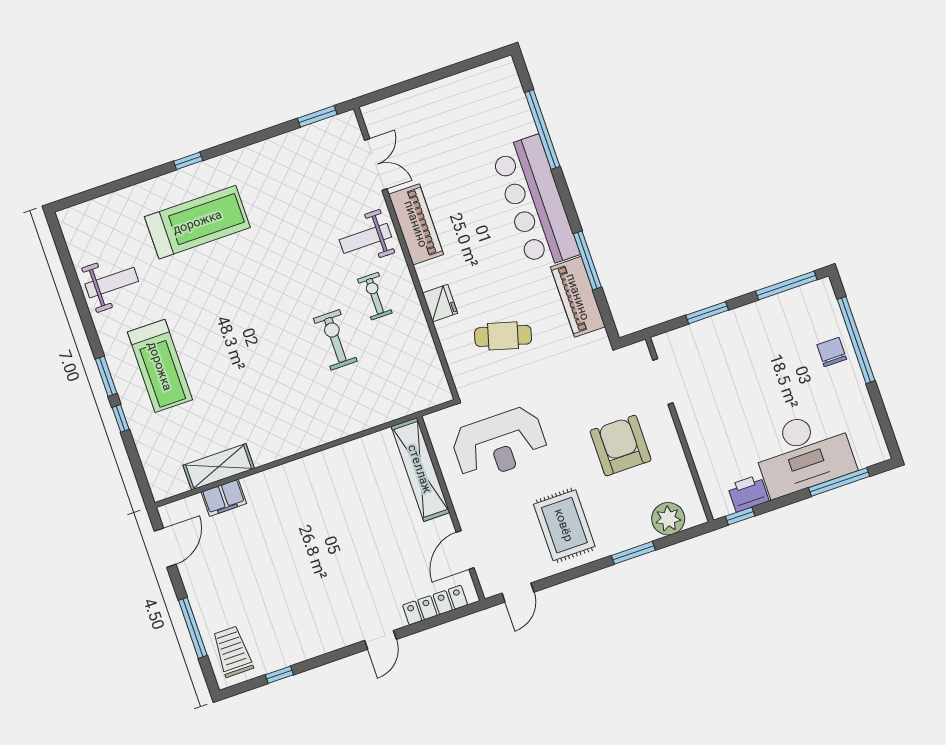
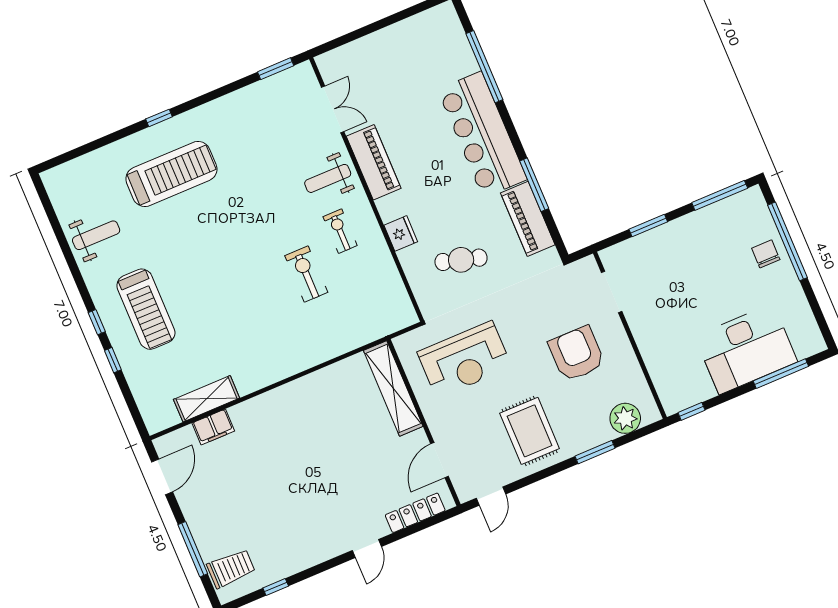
window: (106, 376) -> (97, 322), width x0.67
printer: (748, 493) -> (698, 390), removed
trolley: (233, 651) -> (231, 568), turned 90

